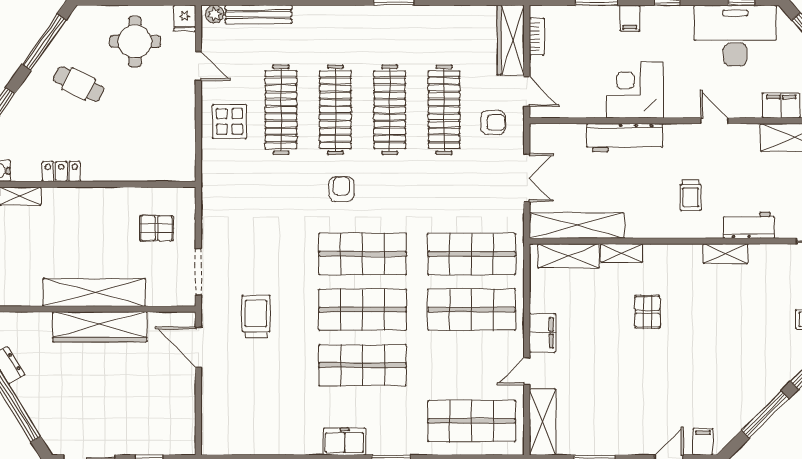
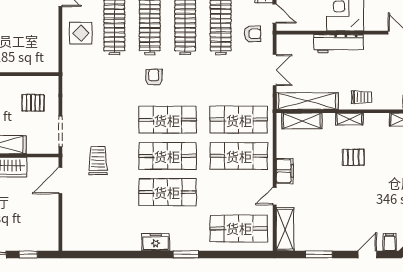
trolley: (691, 195) -> (361, 97), moved, turned -90
shelving: (622, 253) -> (349, 119), moved
pallet: (647, 312) -> (353, 157), turned 90
door: (198, 347) -> (60, 181), hinge flipped

